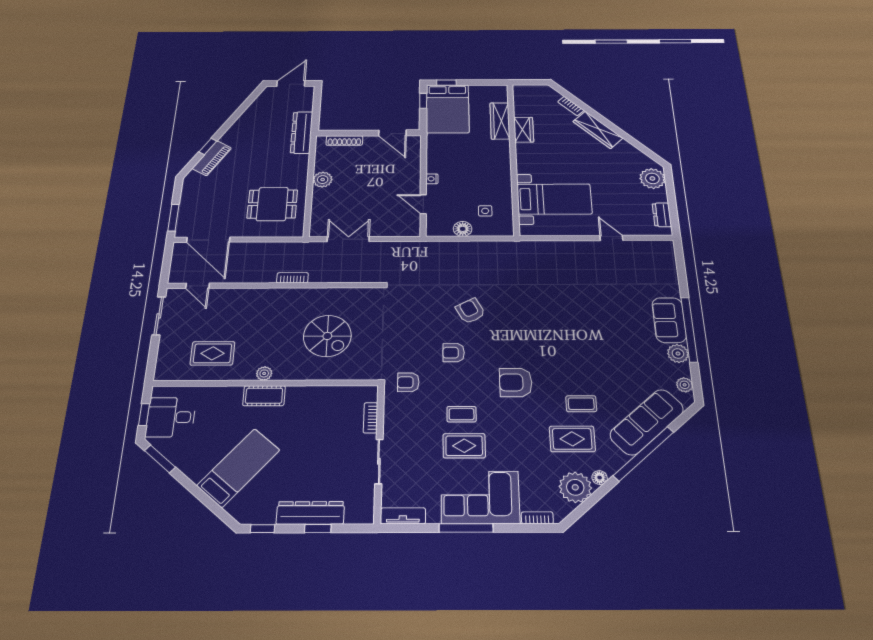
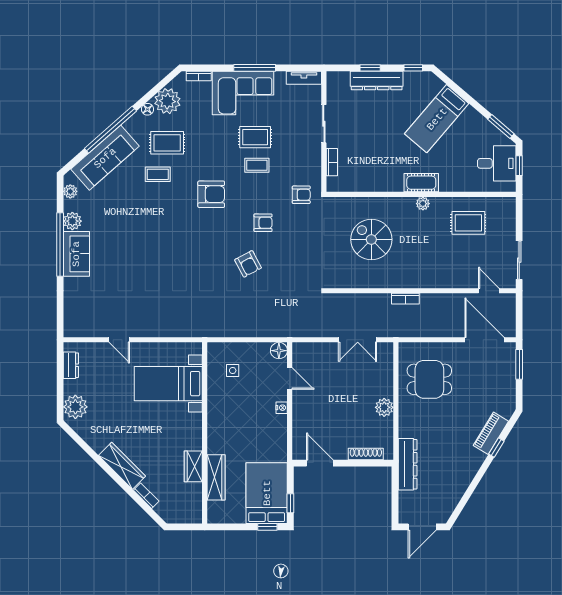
floor lamp: (463, 229) -> (279, 351), moved

